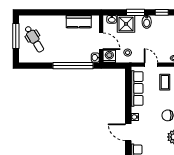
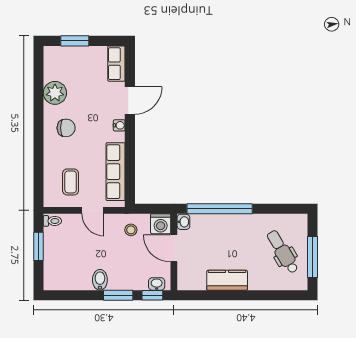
window: (162, 12) -> (152, 295), moved
kitchen counter: (79, 22) -> (227, 280), moved
shower: (126, 24) -> (133, 276), removed
door: (128, 132) -> (130, 101), hinge flipped

